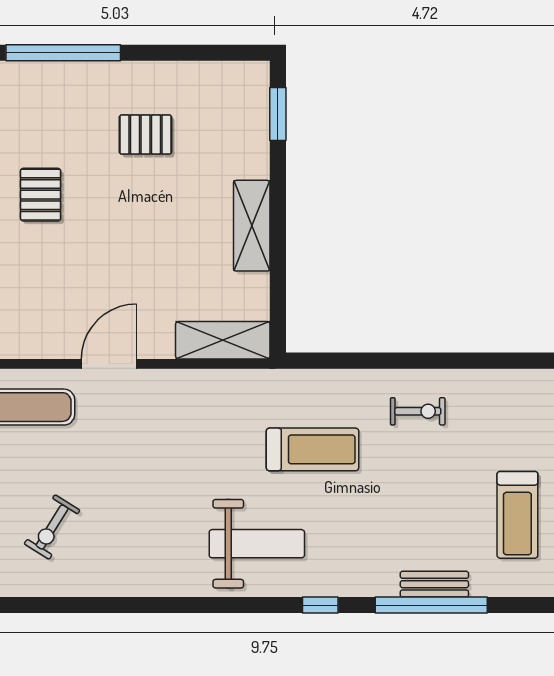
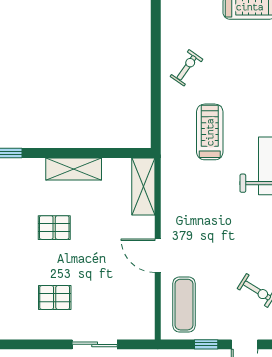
pallet: (145, 135) -> (54, 228), moved, turned 90
exercise bike: (418, 411) -> (187, 68), turned 35

